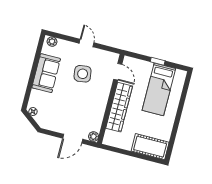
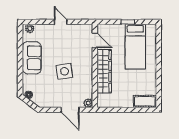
side table: (83, 74) -> (64, 71), moved
door: (73, 139) -> (70, 110), hinge flipped
cot: (150, 147) -> (145, 101), width x0.73, depth x0.75

